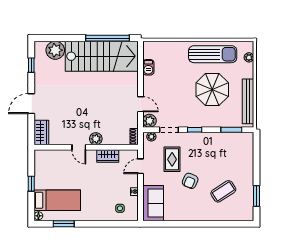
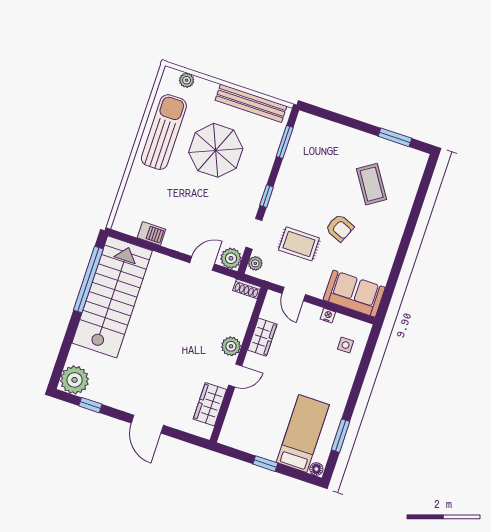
plant: (55, 50) -> (74, 380), moved
wardrobe: (41, 133) -> (210, 404), moved, turned -90

